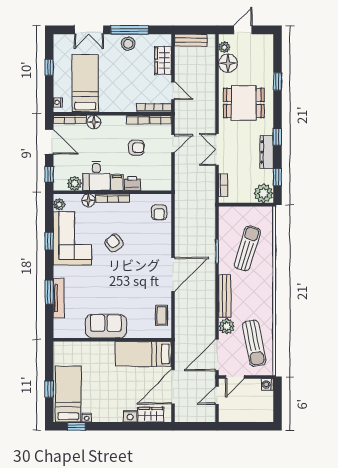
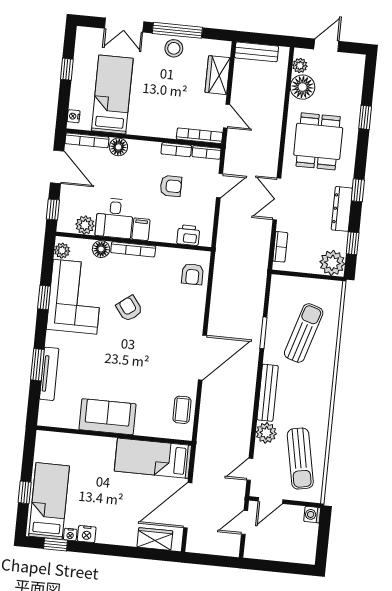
dining table: (244, 103) -> (318, 141), turned 90
printer: (132, 183) -> (188, 235), moved
door: (217, 355) -> (250, 469), width x0.53
nightstand: (130, 416) -> (87, 534), moved

